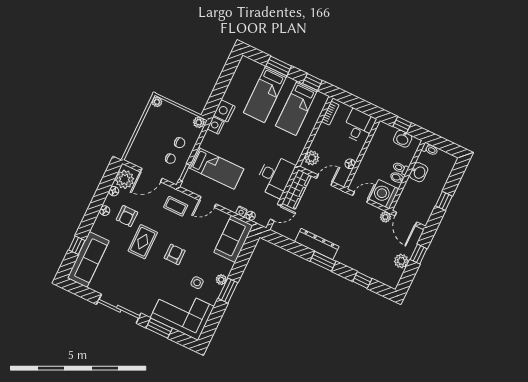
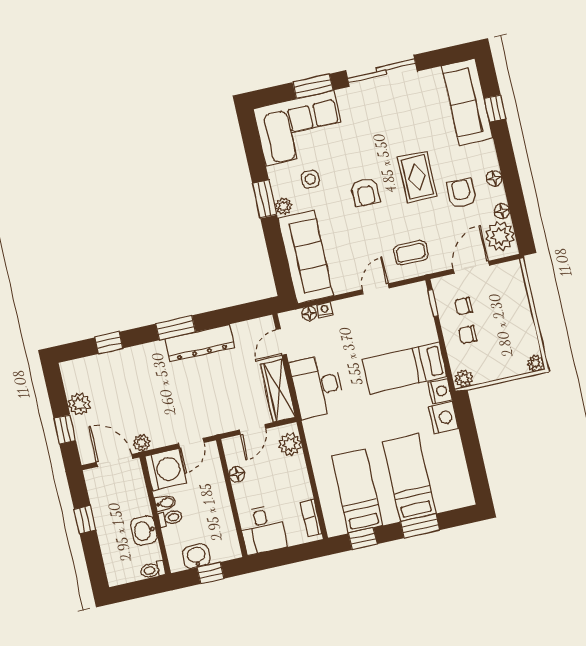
bed: (216, 168) -> (404, 368), moved
sofa: (233, 239) -> (305, 257), width x1.36

